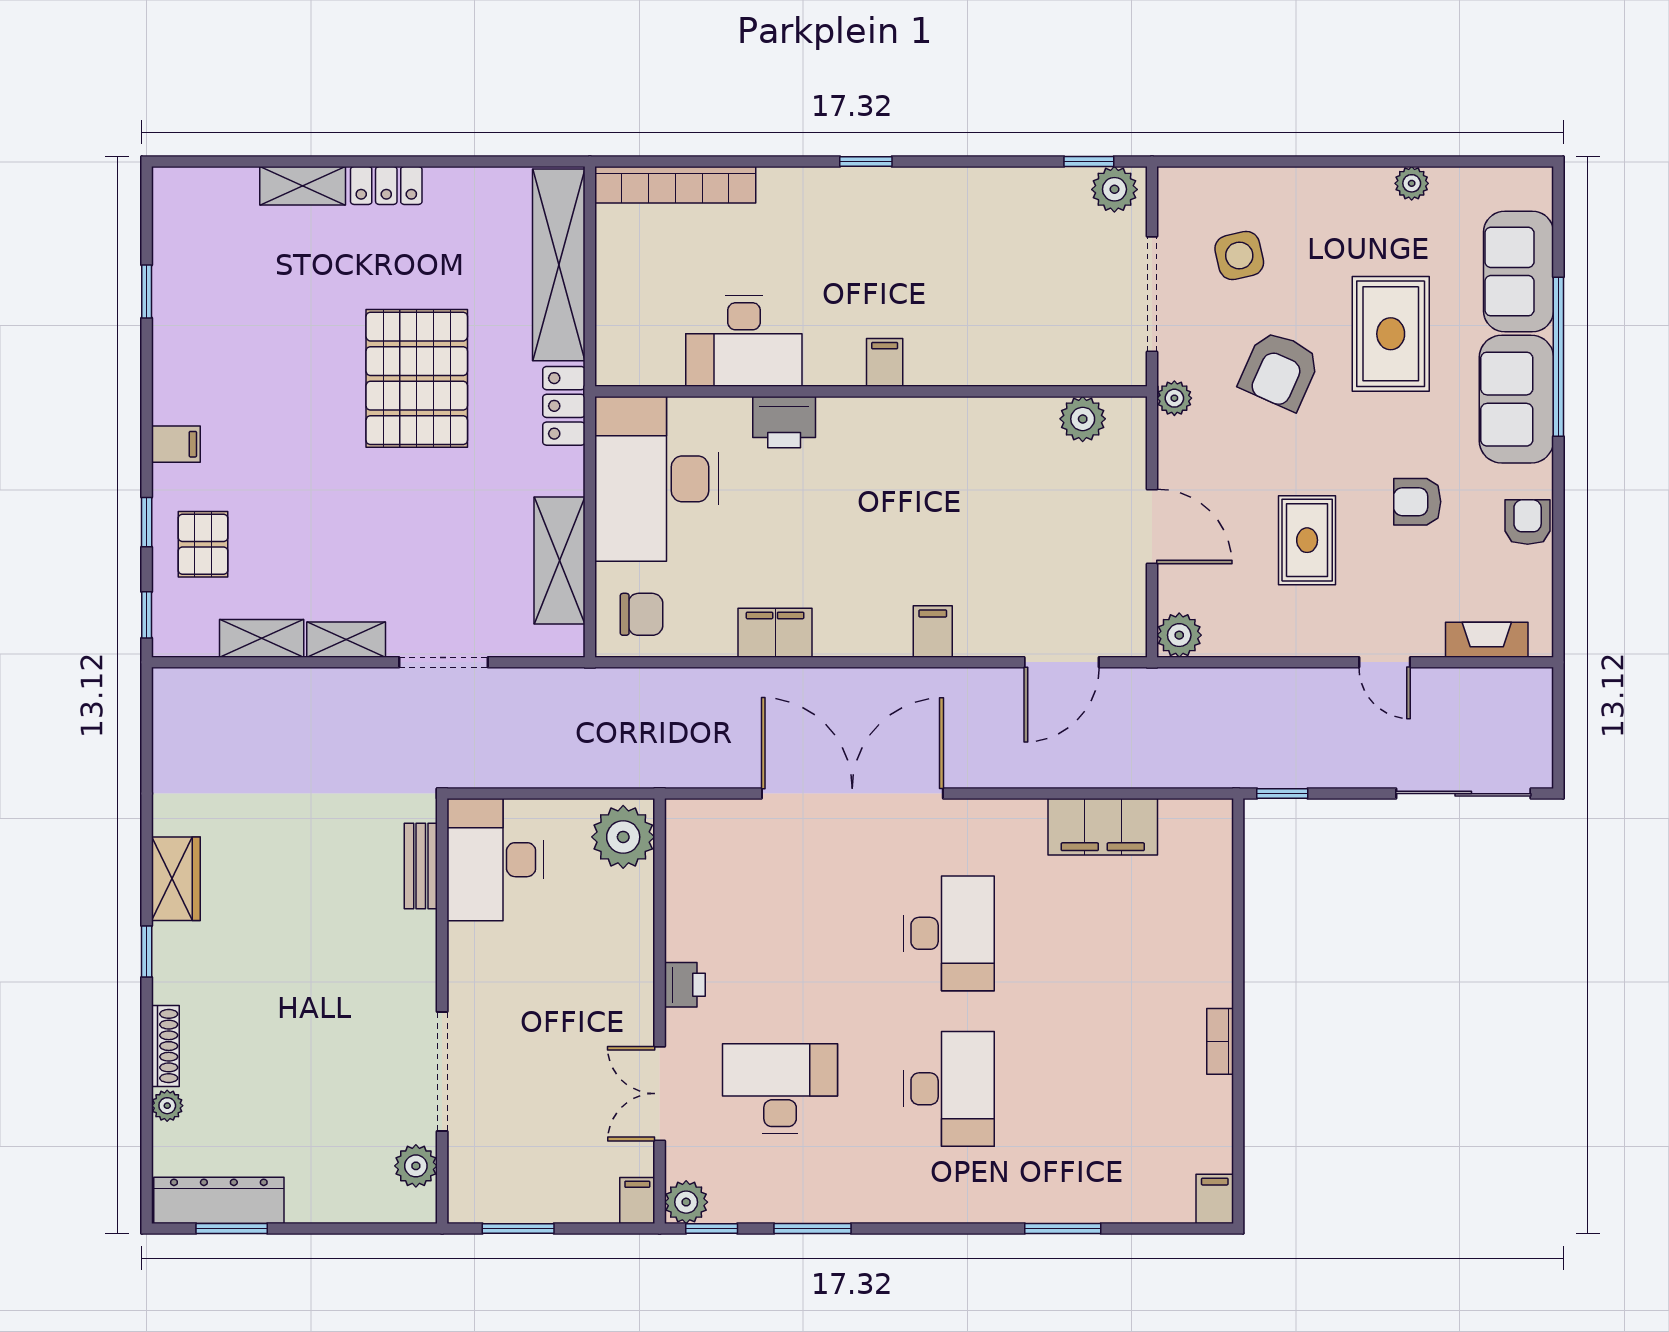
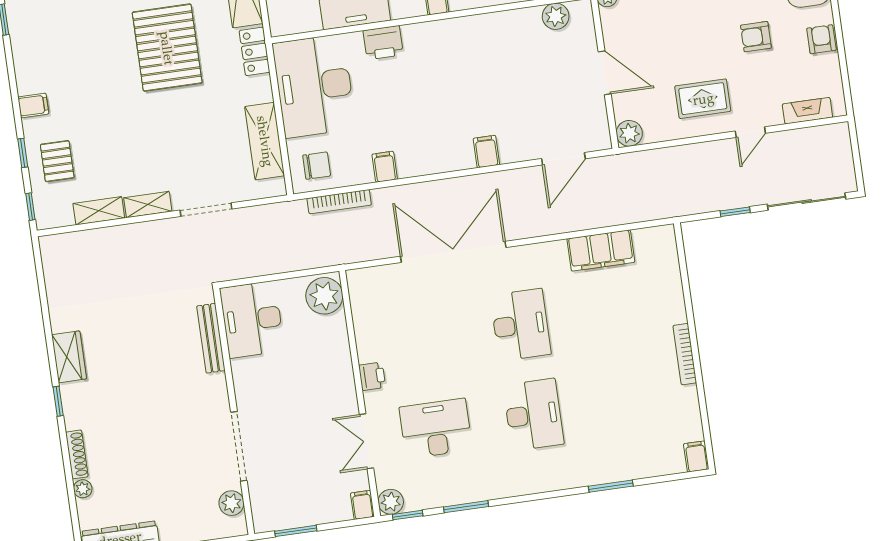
rug: (1307, 540) -> (703, 99), moved, turned 90
filing cabinet: (775, 633) -> (385, 167), width x0.50
door: (1385, 662) -> (750, 132), hinge flipped
bookcase: (671, 681) -> (339, 202), added
window: (1282, 794) -> (735, 212), moved
bench: (421, 866) -> (211, 338), width x1.36
bookcase: (1220, 1041) -> (685, 354), width x1.56

